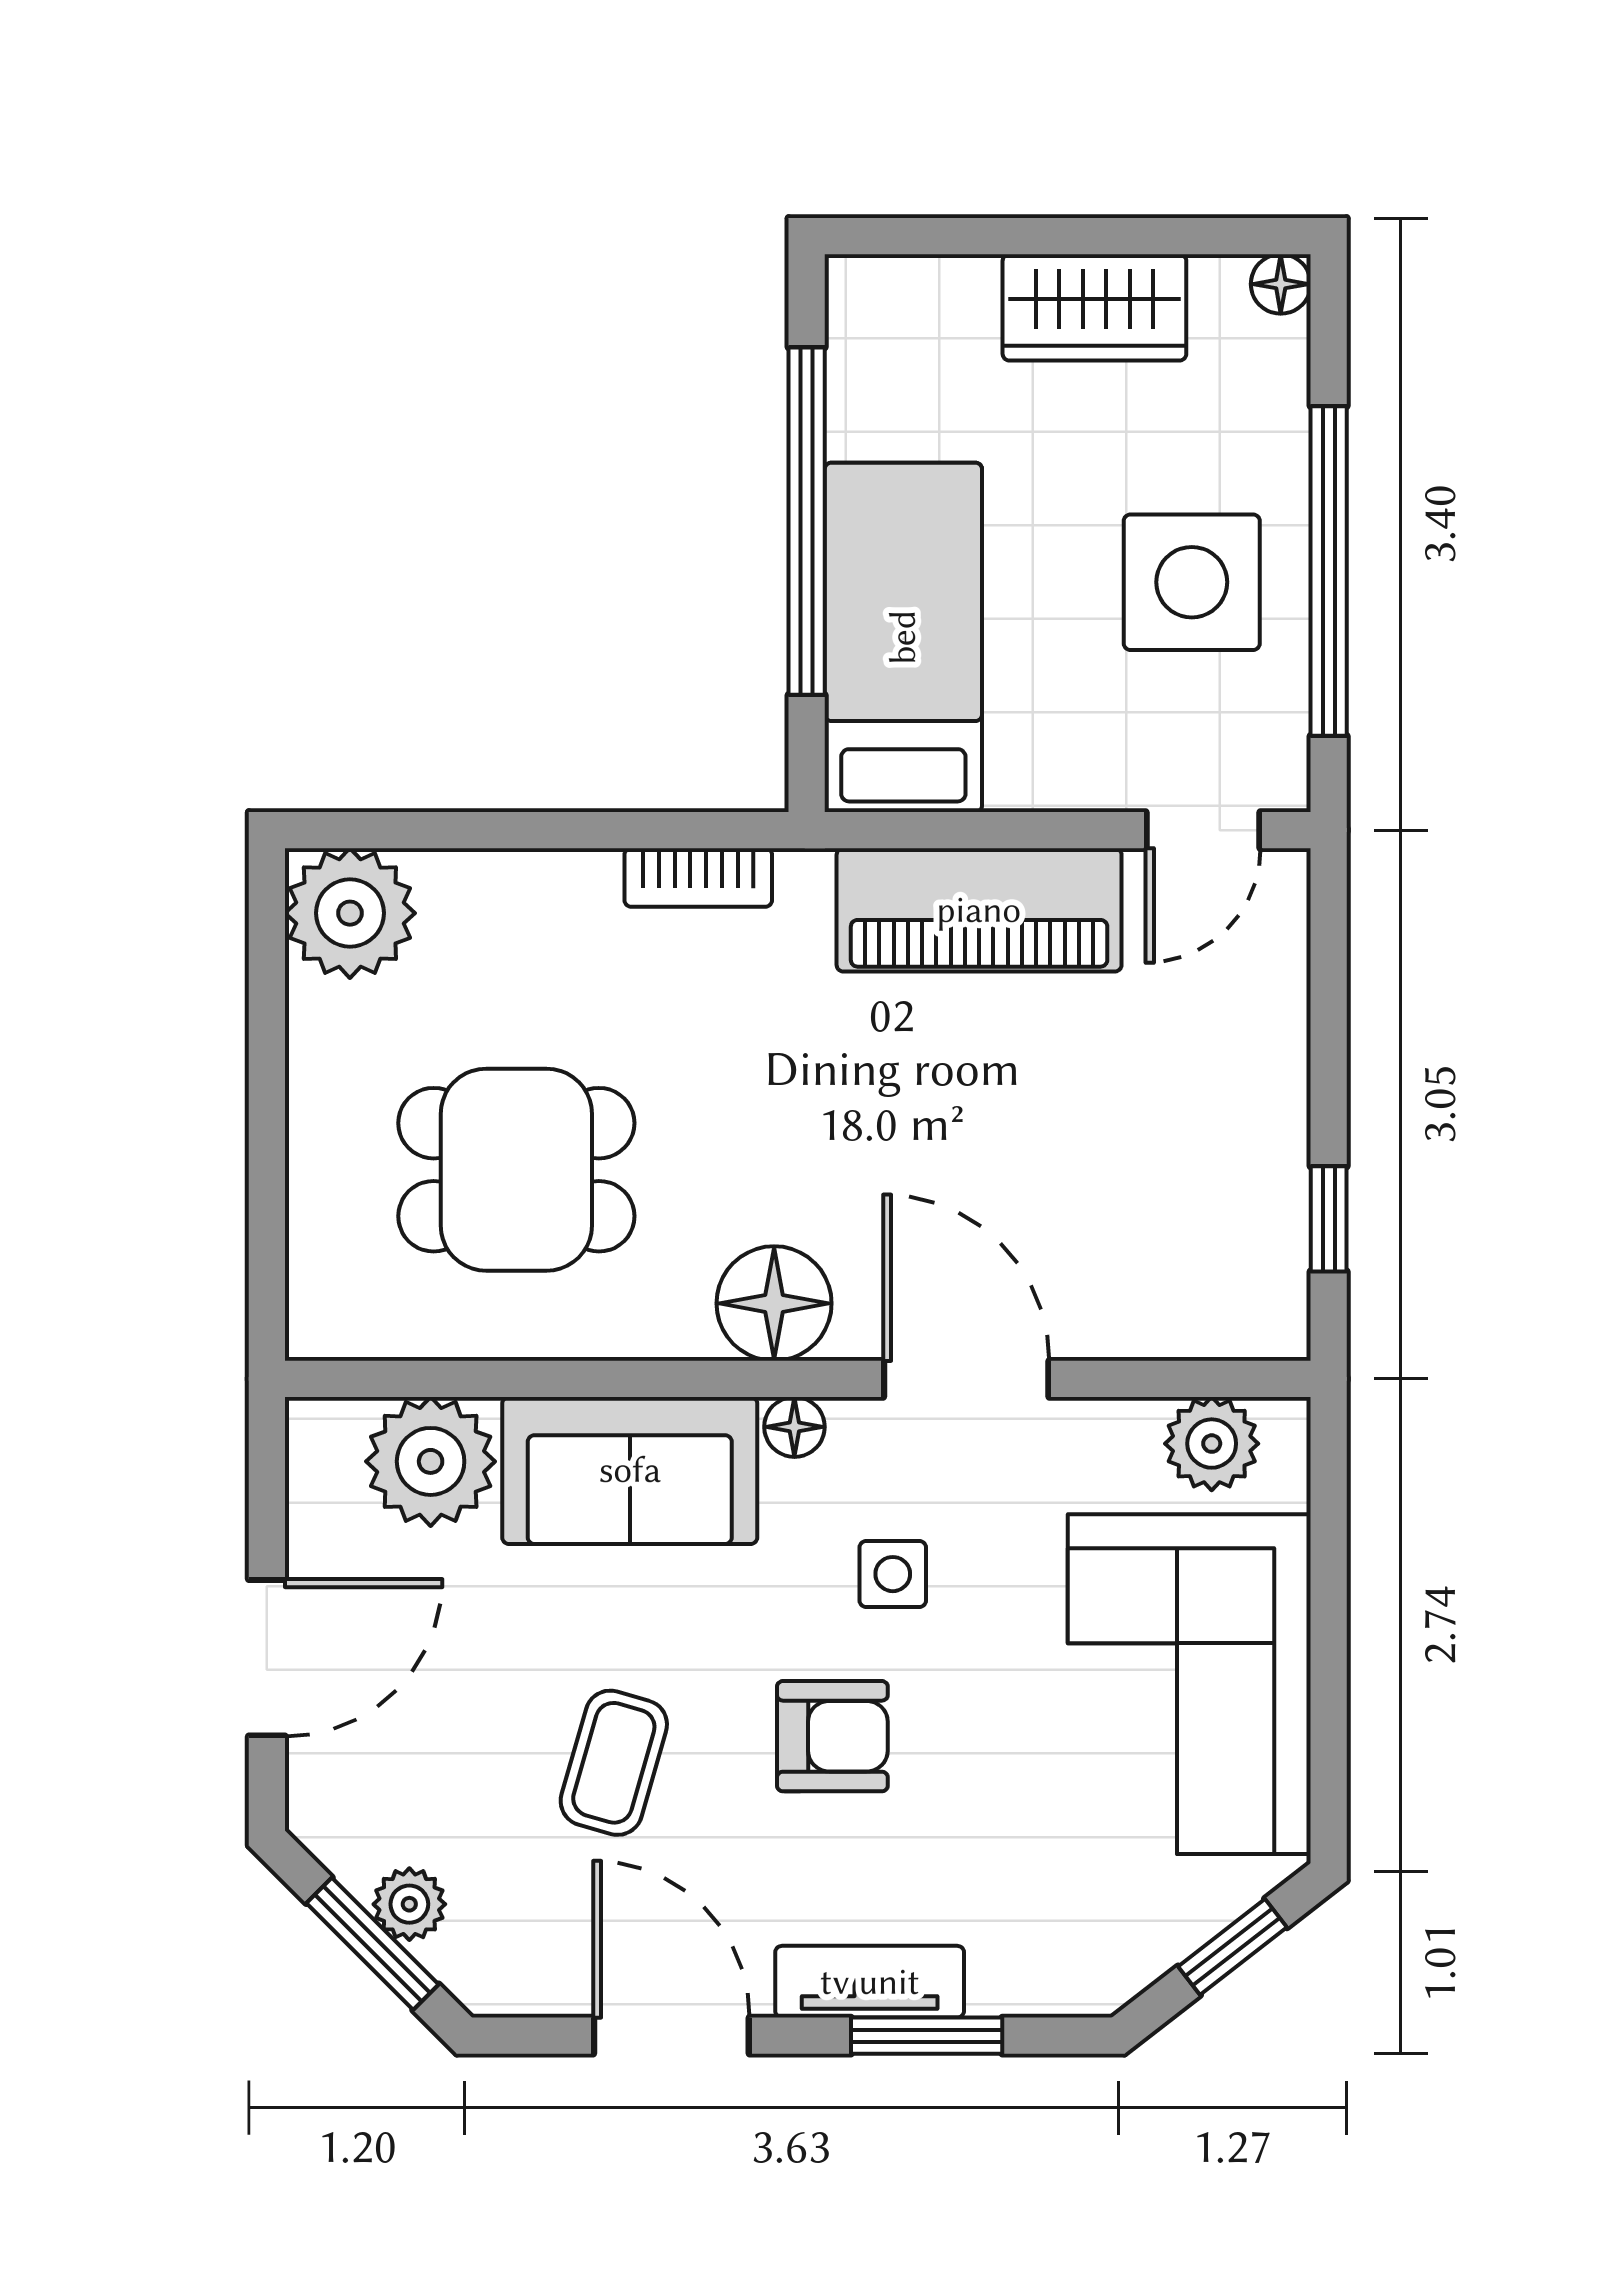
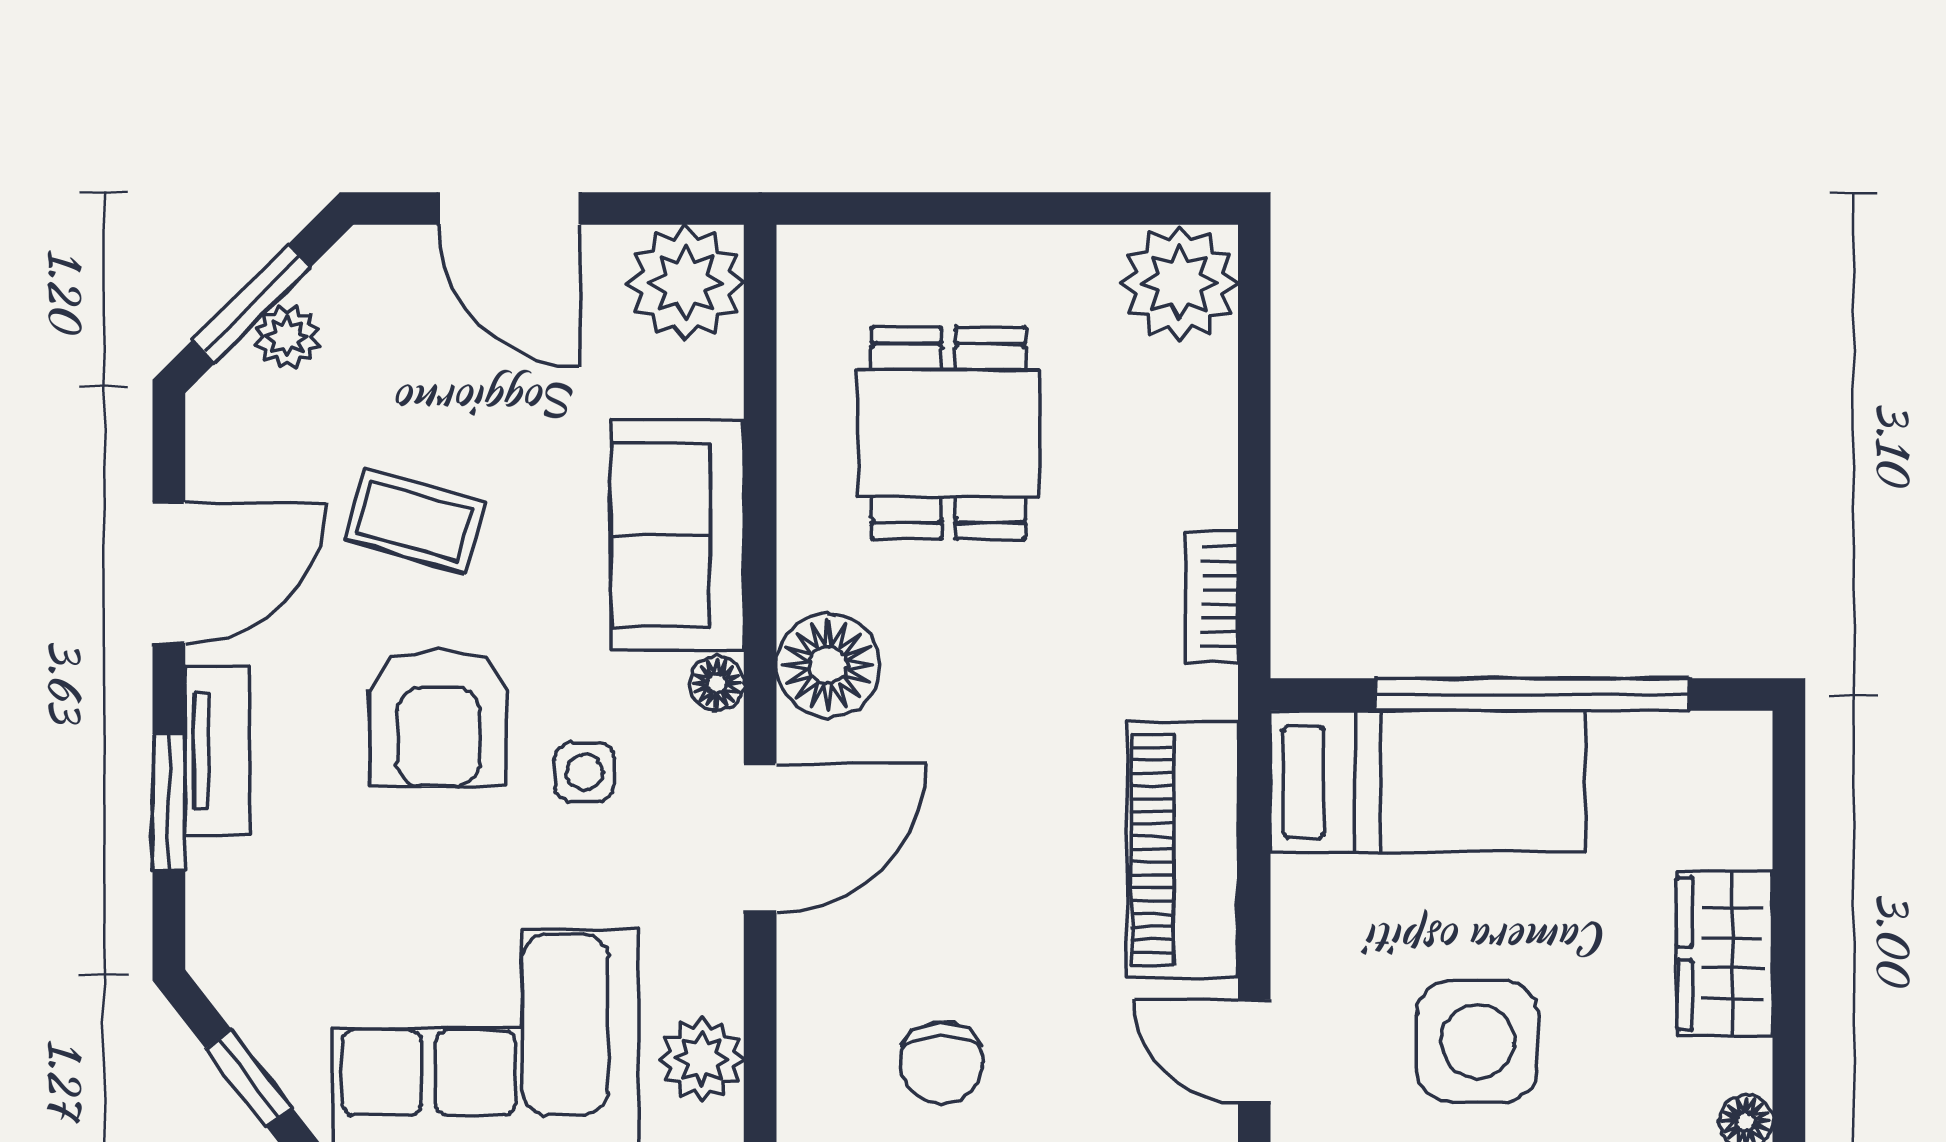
chair: (1215, 1178) -> (941, 1062), added
plant: (431, 1461) -> (686, 283), moved
armchair: (832, 1736) -> (438, 718), width x1.38, depth x1.38

